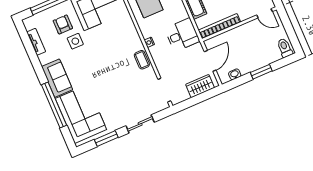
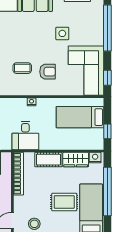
armchair: (63, 24) -> (47, 72), moved
coffee table: (142, 60) -> (22, 68), moved

